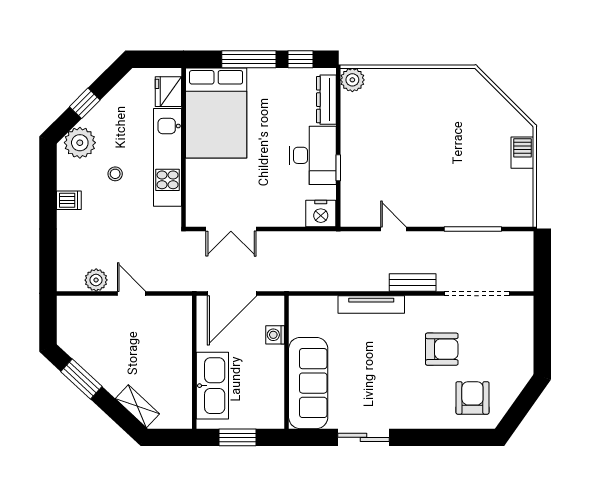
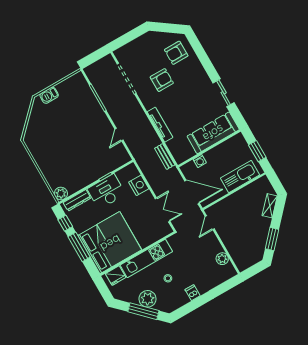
window: (85, 103) -> (143, 311), width x2.17
bed: (216, 113) -> (110, 243), width x1.36
plant: (80, 143) -> (148, 299), moved
nightstand: (321, 213) -> (139, 185), moved
bench: (413, 282) -> (165, 157), moved
door: (131, 293) -> (210, 223), moved
armchair: (442, 349) -> (162, 80), turned 90

